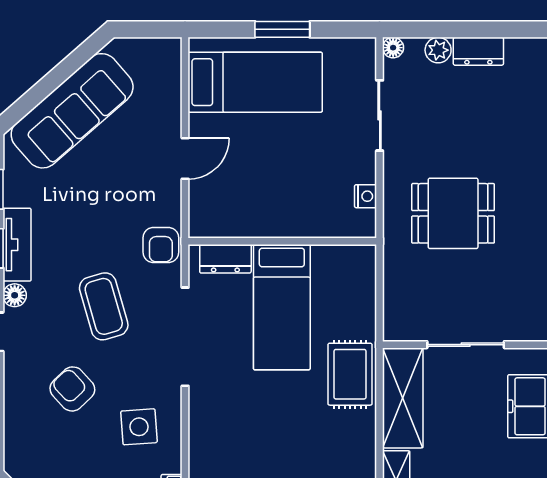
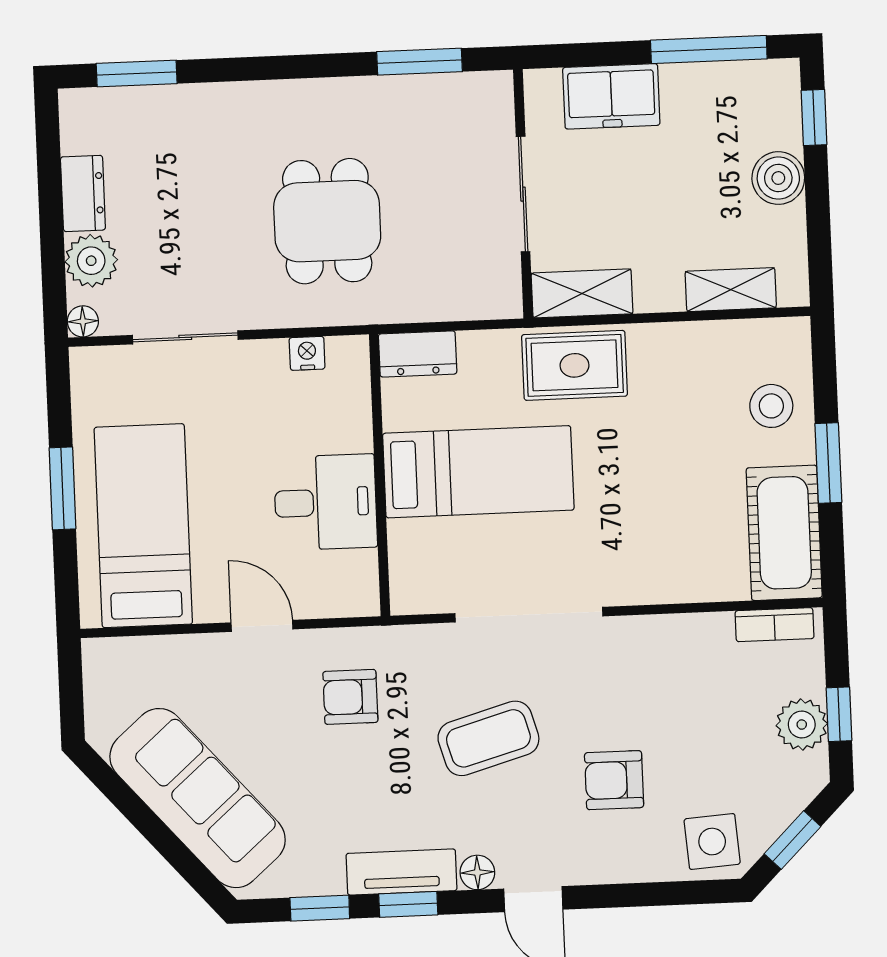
plant: (438, 50) -> (91, 261), width x1.38, depth x1.38
desk: (266, 204) -> (325, 502), added
armchair: (161, 245) -> (350, 697), moved, turned 180
dresser: (225, 259) -> (418, 354), moved, turned 90
armchair: (72, 389) -> (614, 780), turned 43
shelving: (403, 398) -> (582, 293), width x0.67, depth x0.75
side table: (139, 427) -> (712, 842), moved

